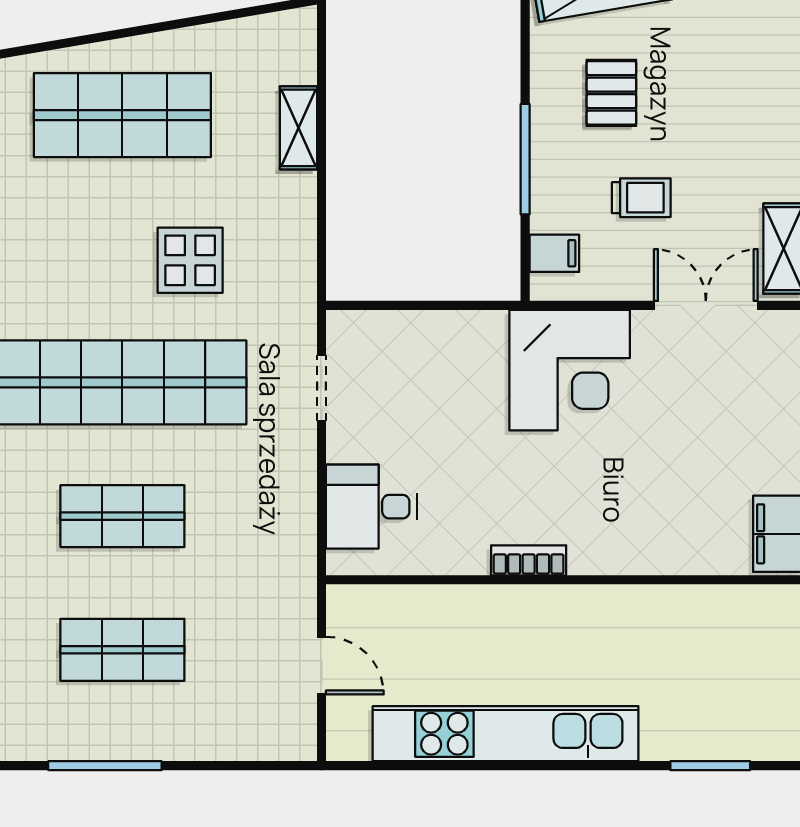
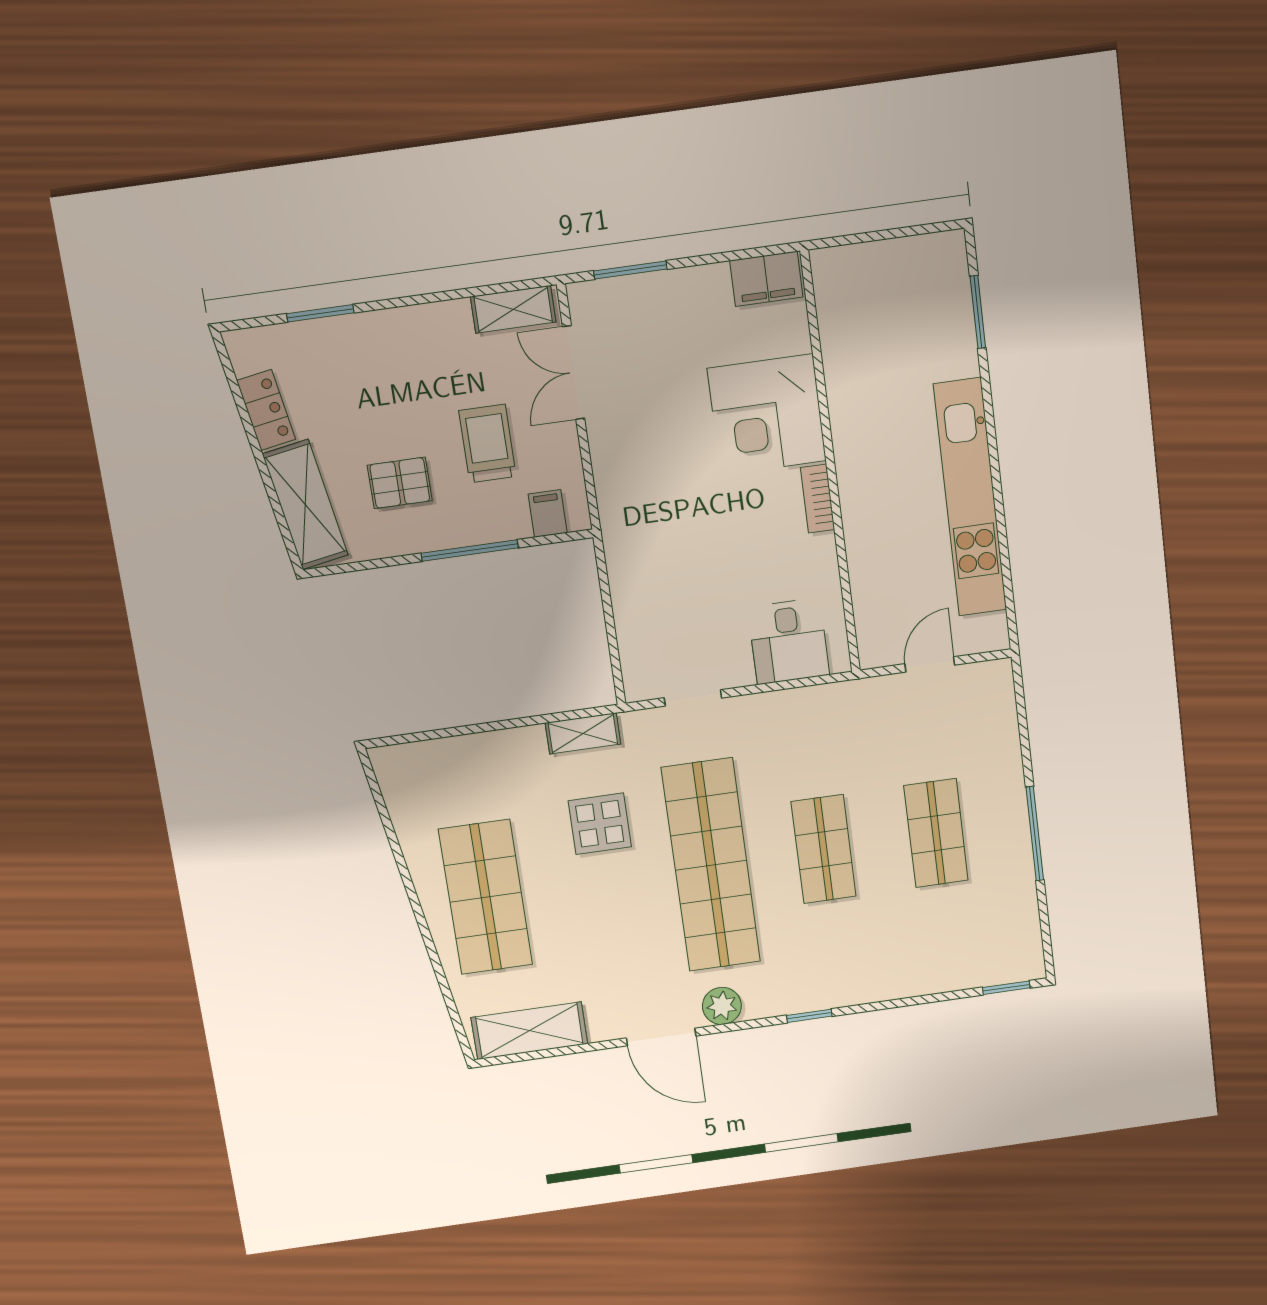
shelving: (298, 128) -> (583, 733), moved
trolley: (641, 198) -> (488, 444), width x1.36, depth x1.39
corner desk: (570, 370) -> (767, 415), moved, turned 180

